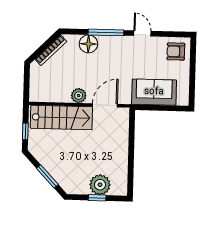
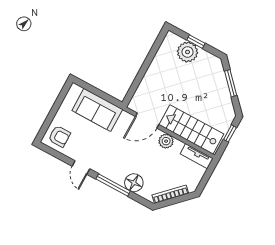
tv unit: (45, 96) -> (197, 156), added

